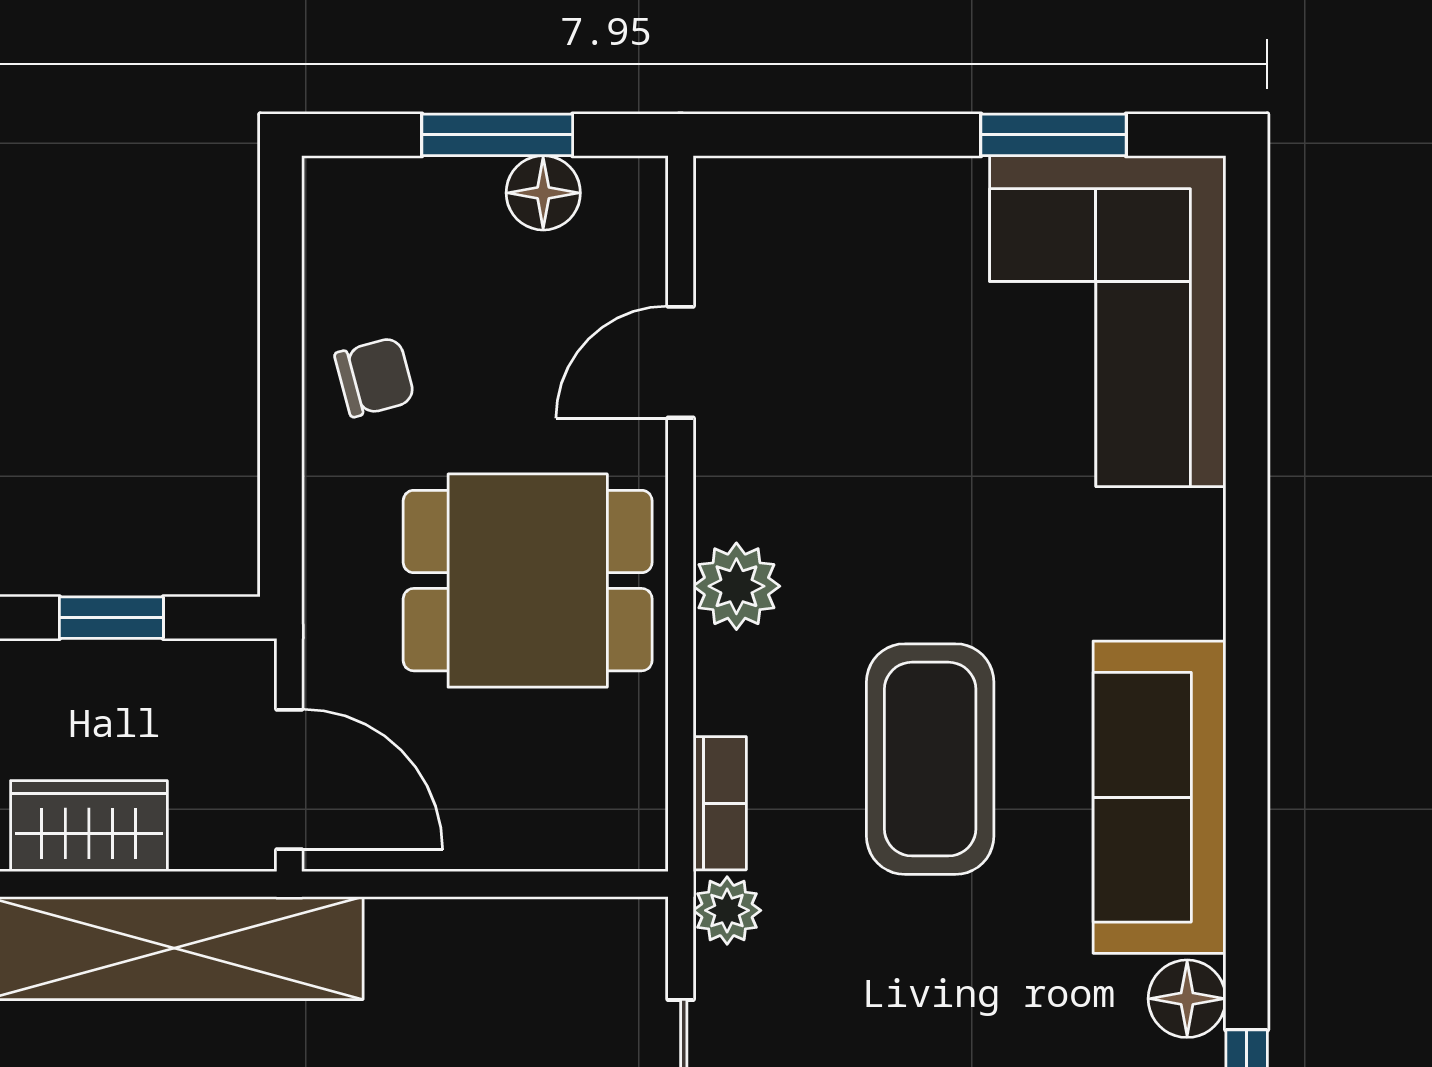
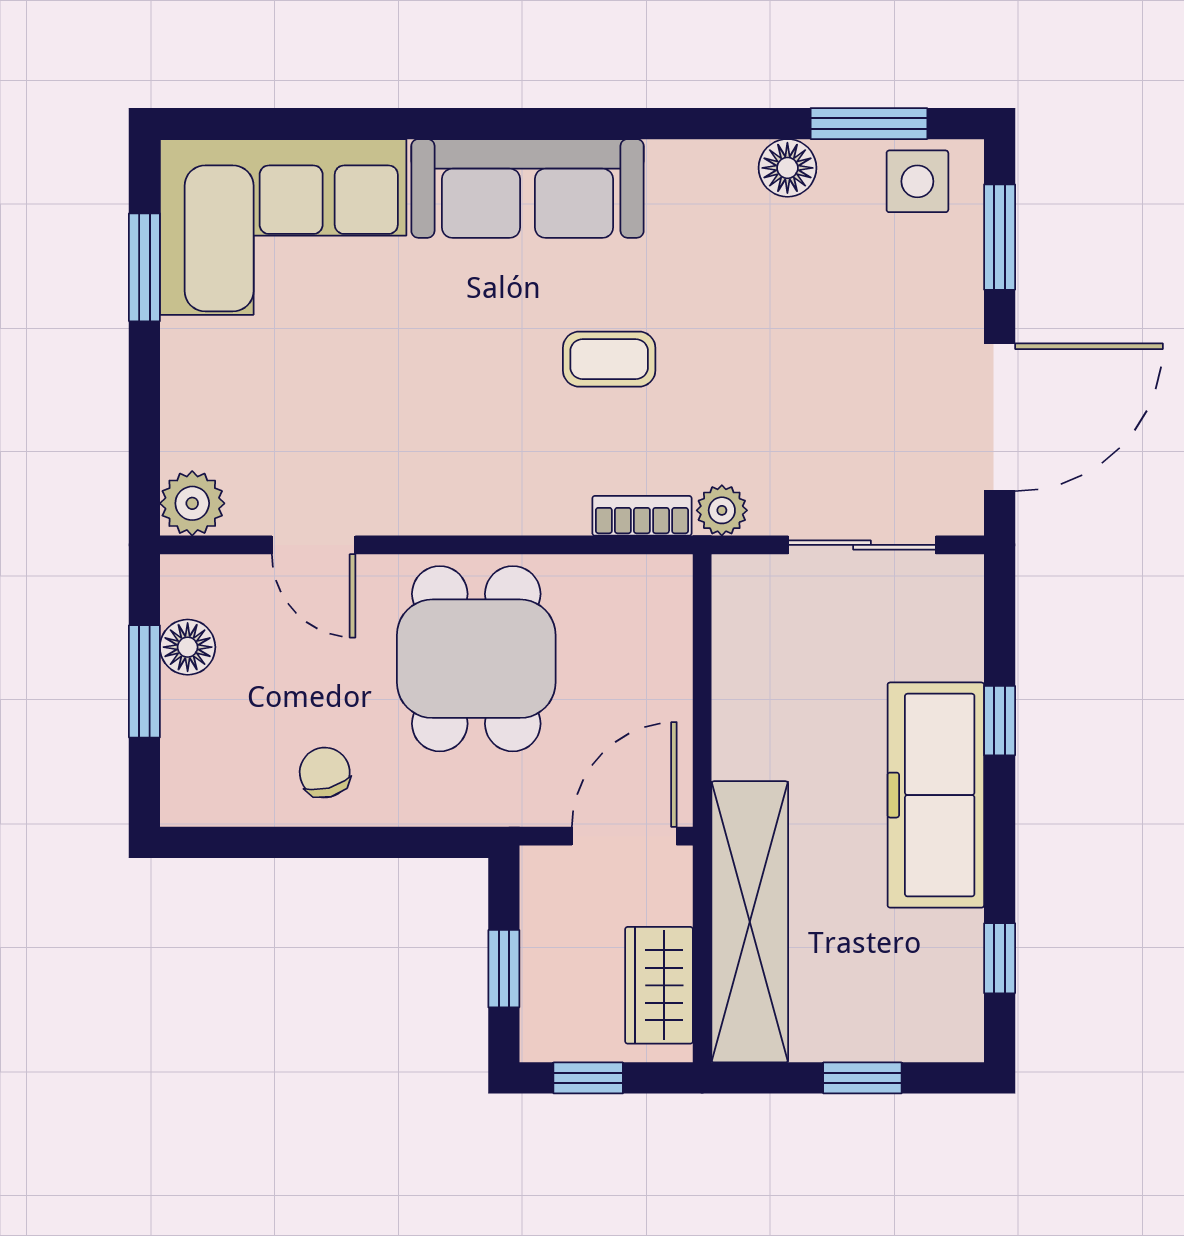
plant: (736, 586) -> (192, 503), moved
coffee table: (930, 759) -> (609, 359), width x0.54, depth x0.58
sofa: (1159, 797) -> (527, 188), moved

